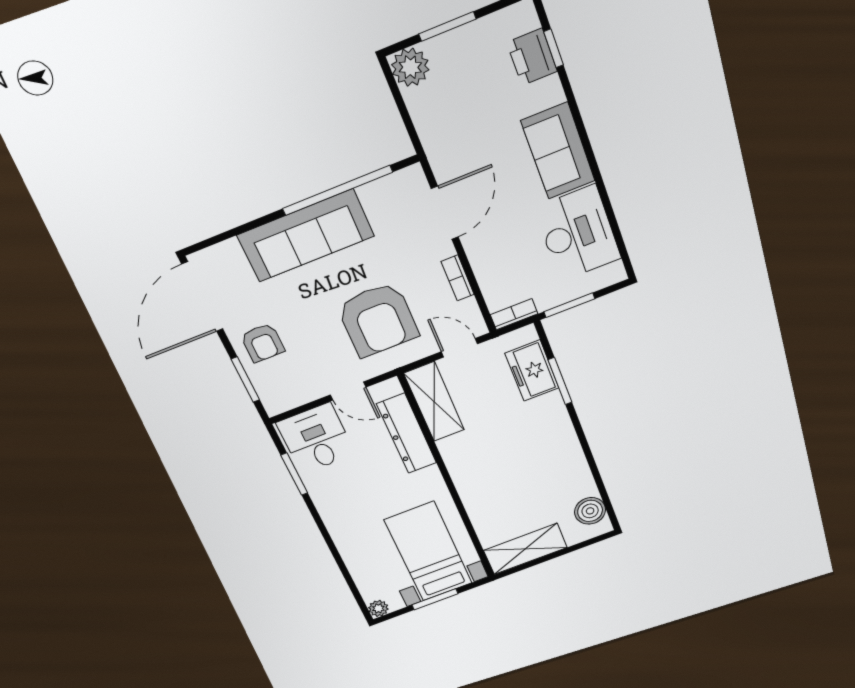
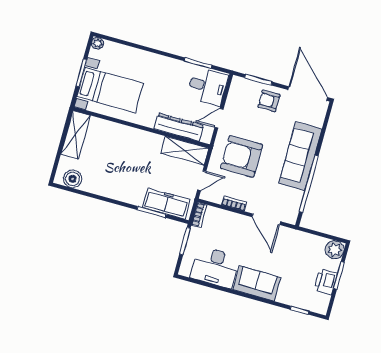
printer: (532, 57) -> (326, 282), moved, turned -90
freezer: (532, 371) -> (166, 204), width x1.40

